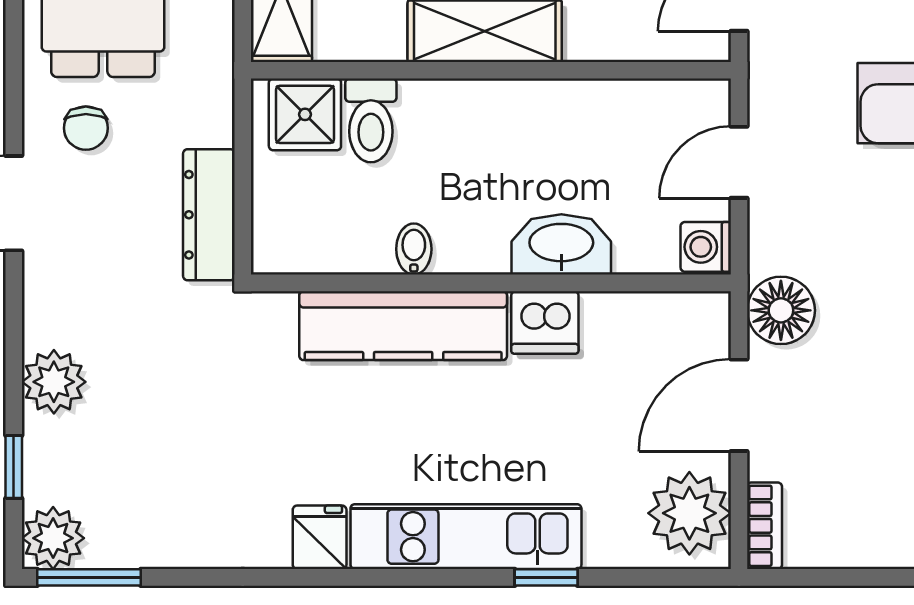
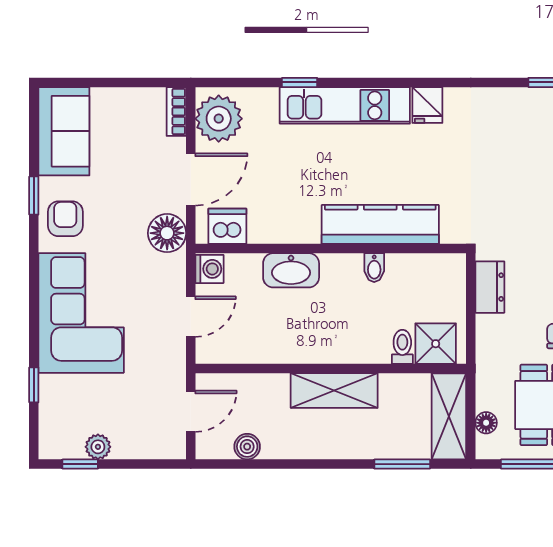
toilet: (371, 120) -> (402, 347), width x0.73, depth x0.72
dresser: (209, 215) -> (490, 287), width x0.70
dishwasher: (545, 322) -> (227, 226), moved

